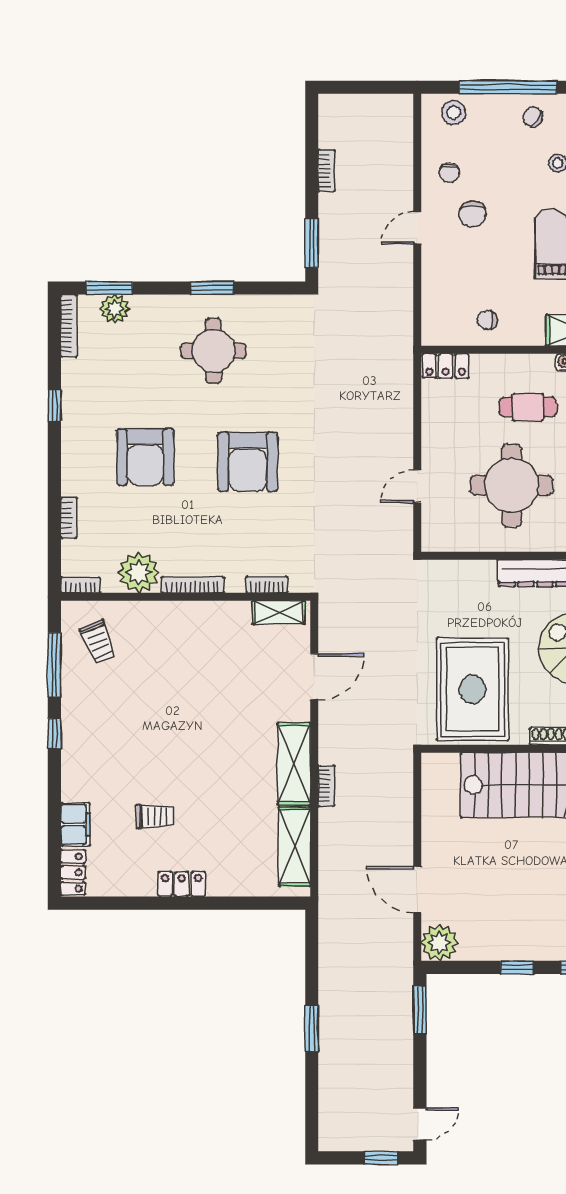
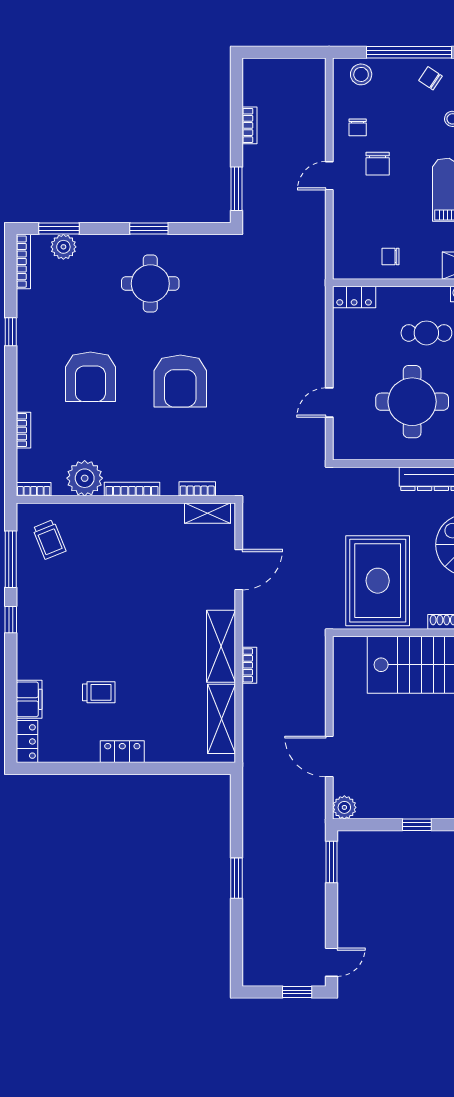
plant: (439, 943) -> (344, 807), width x0.73, depth x0.73

